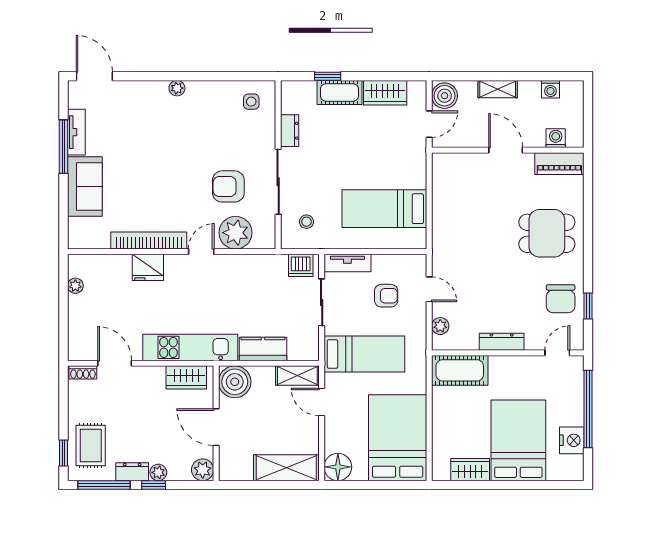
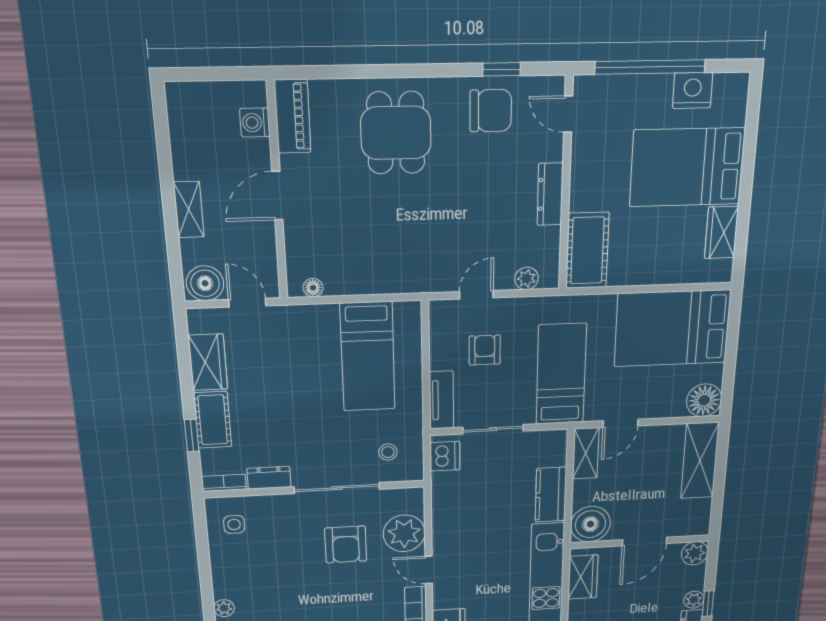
washing machine: (550, 89) -> (182, 132), removed
bookcase: (287, 97) -> (224, 483), added
floor lamp: (439, 171) -> (313, 288), added

